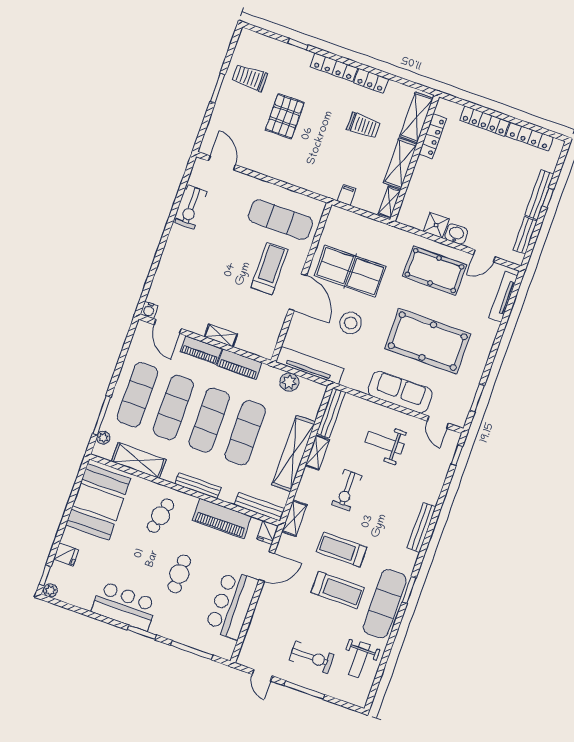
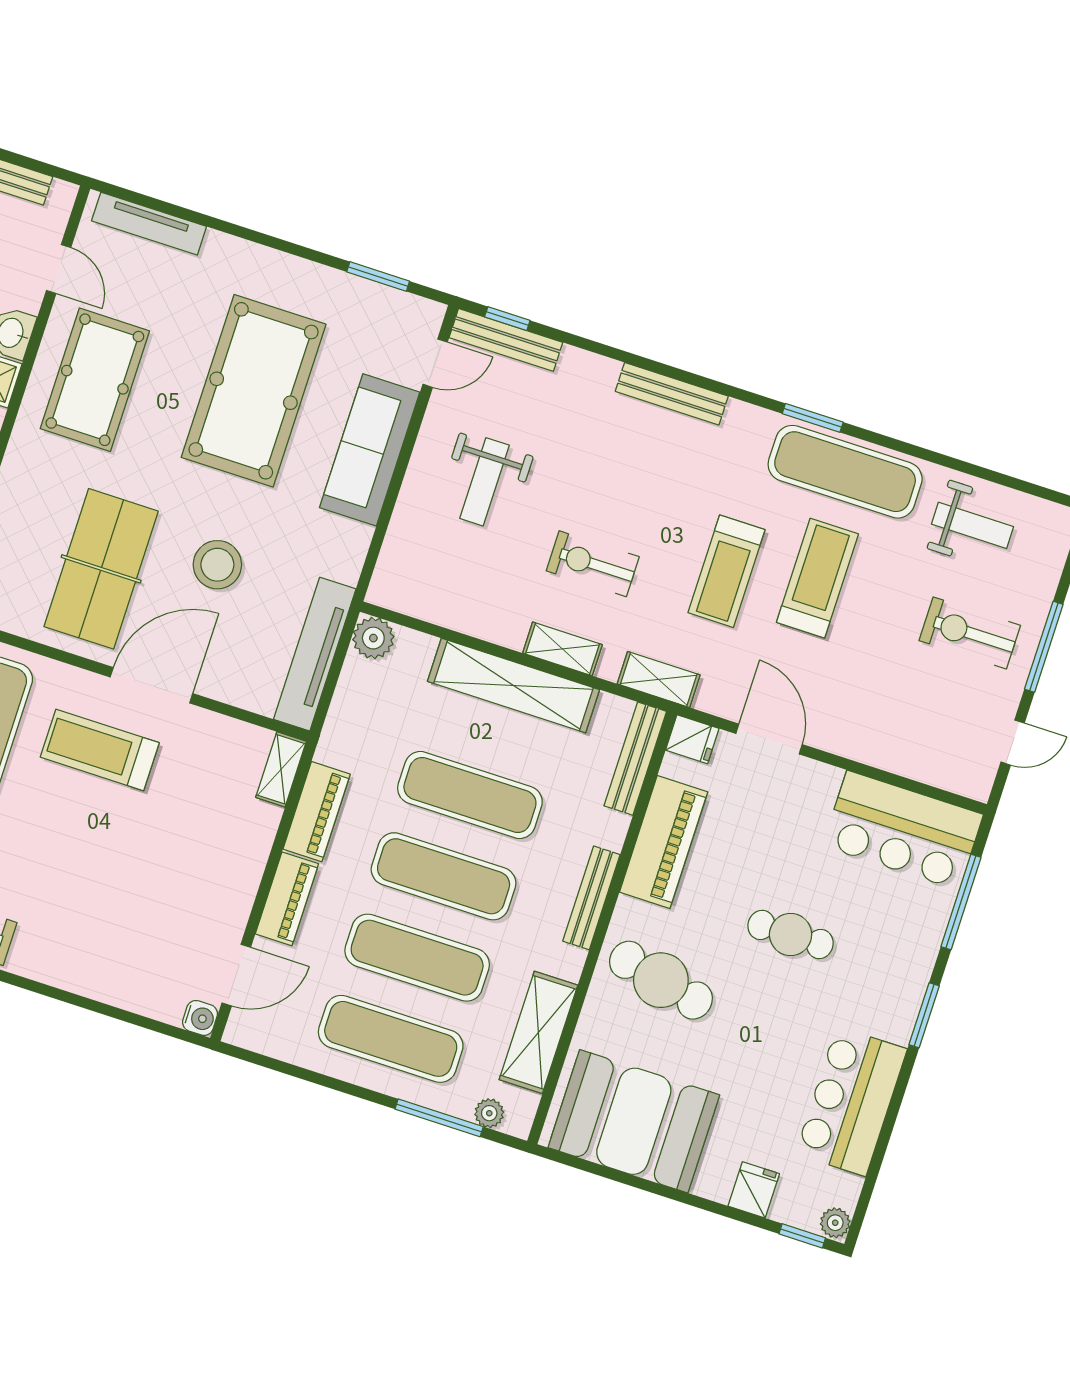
shelving: (221, 336) -> (281, 769), moved
plant: (289, 382) -> (373, 638), moved
bench: (331, 413) -> (506, 340), moved
shelving: (317, 453) -> (562, 649), moved
exercise bike: (347, 490) -> (593, 564), turned 180
cafe table: (160, 516) -> (661, 980), width x1.37, depth x1.35
bar counter: (232, 605) -> (903, 830), moved
bar counter: (124, 606) -> (851, 1101), moved
exercise bike: (312, 657) -> (970, 633), turned -90

